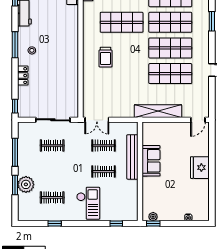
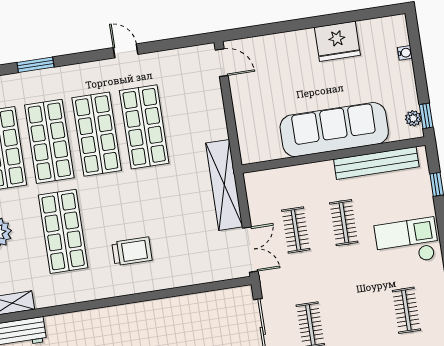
shelving: (158, 111) -> (224, 185), moved
bench: (132, 157) -> (376, 163), moved
sofa: (151, 161) -> (334, 130), width x1.85, depth x1.27
fridge: (200, 168) -> (337, 41), moved

